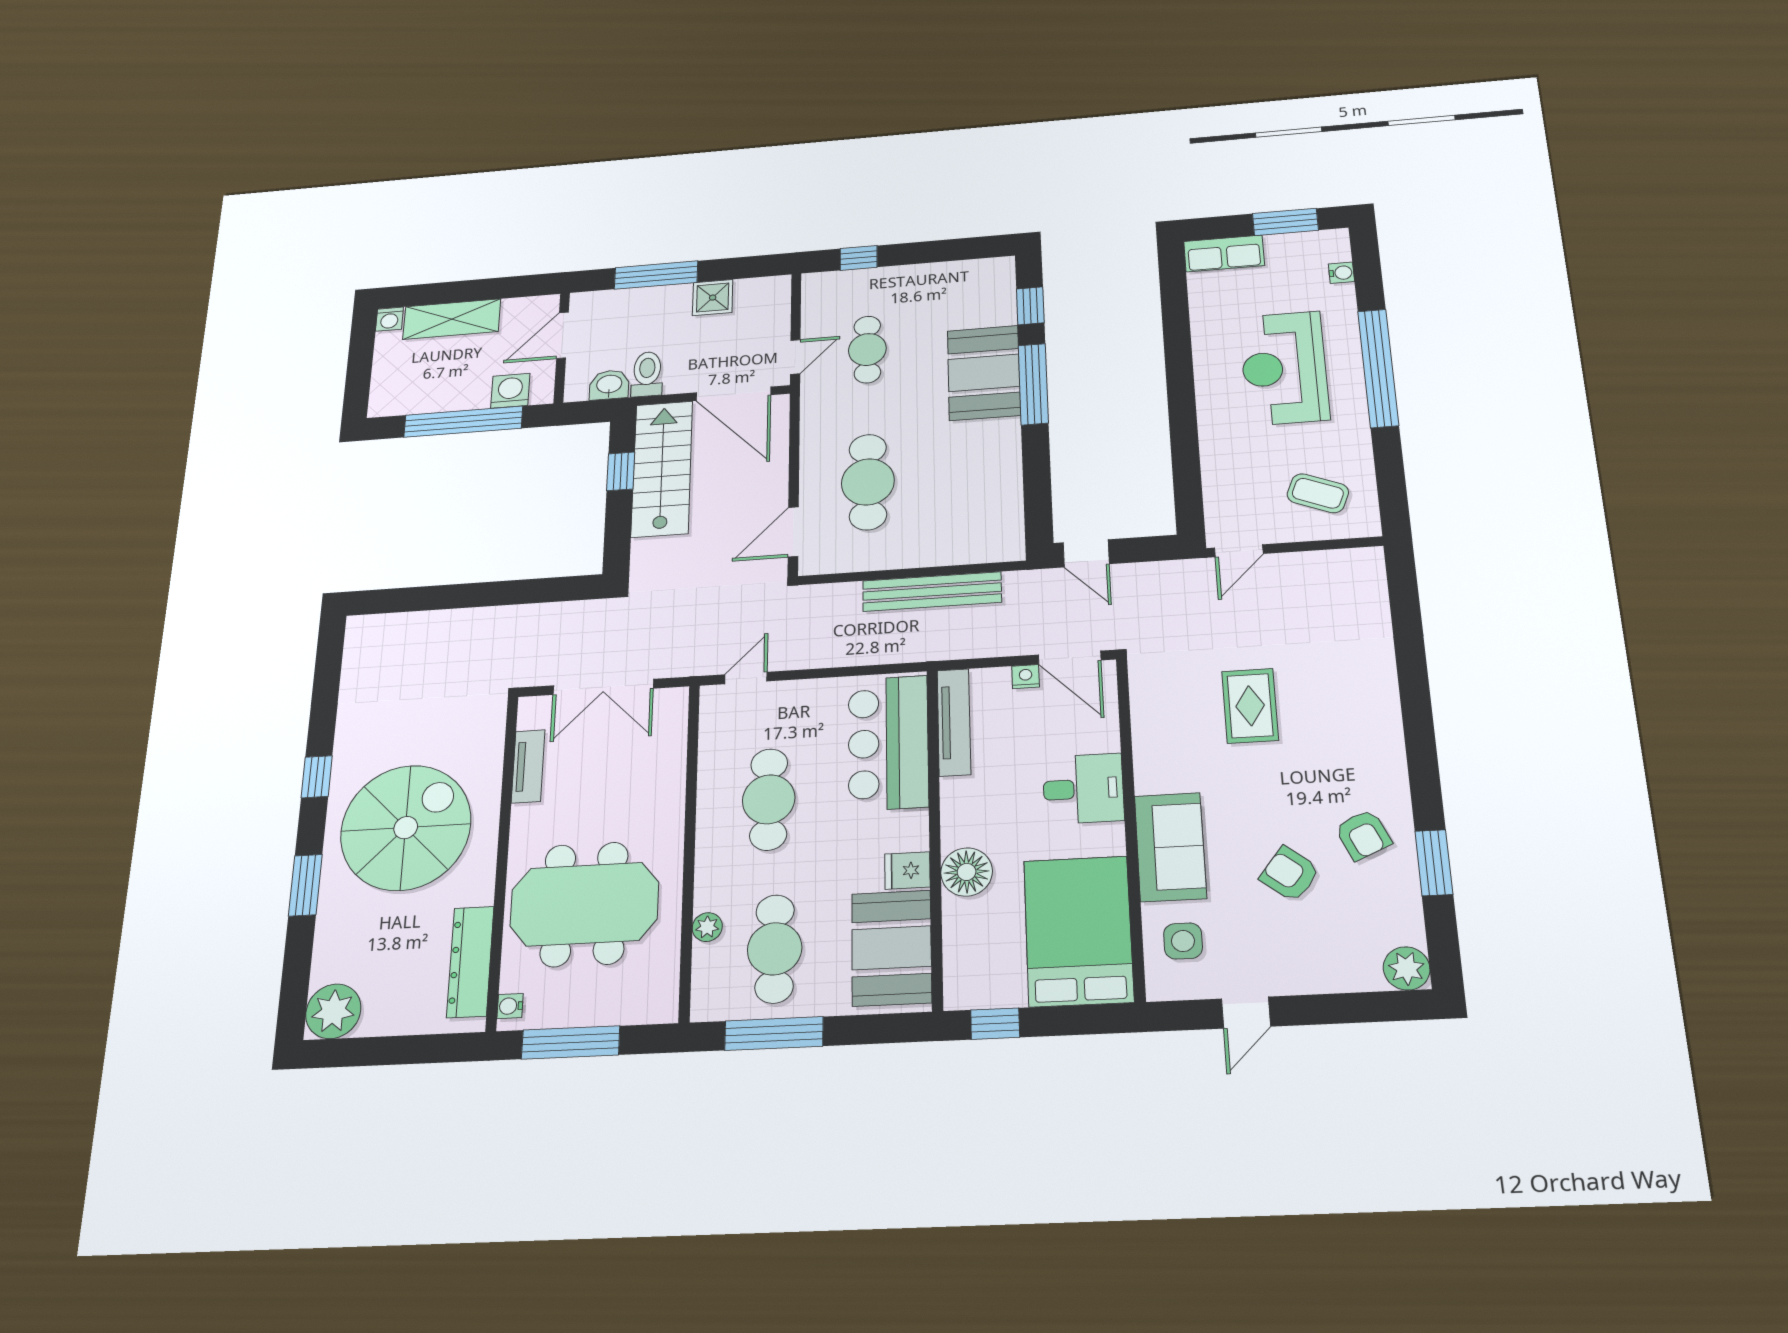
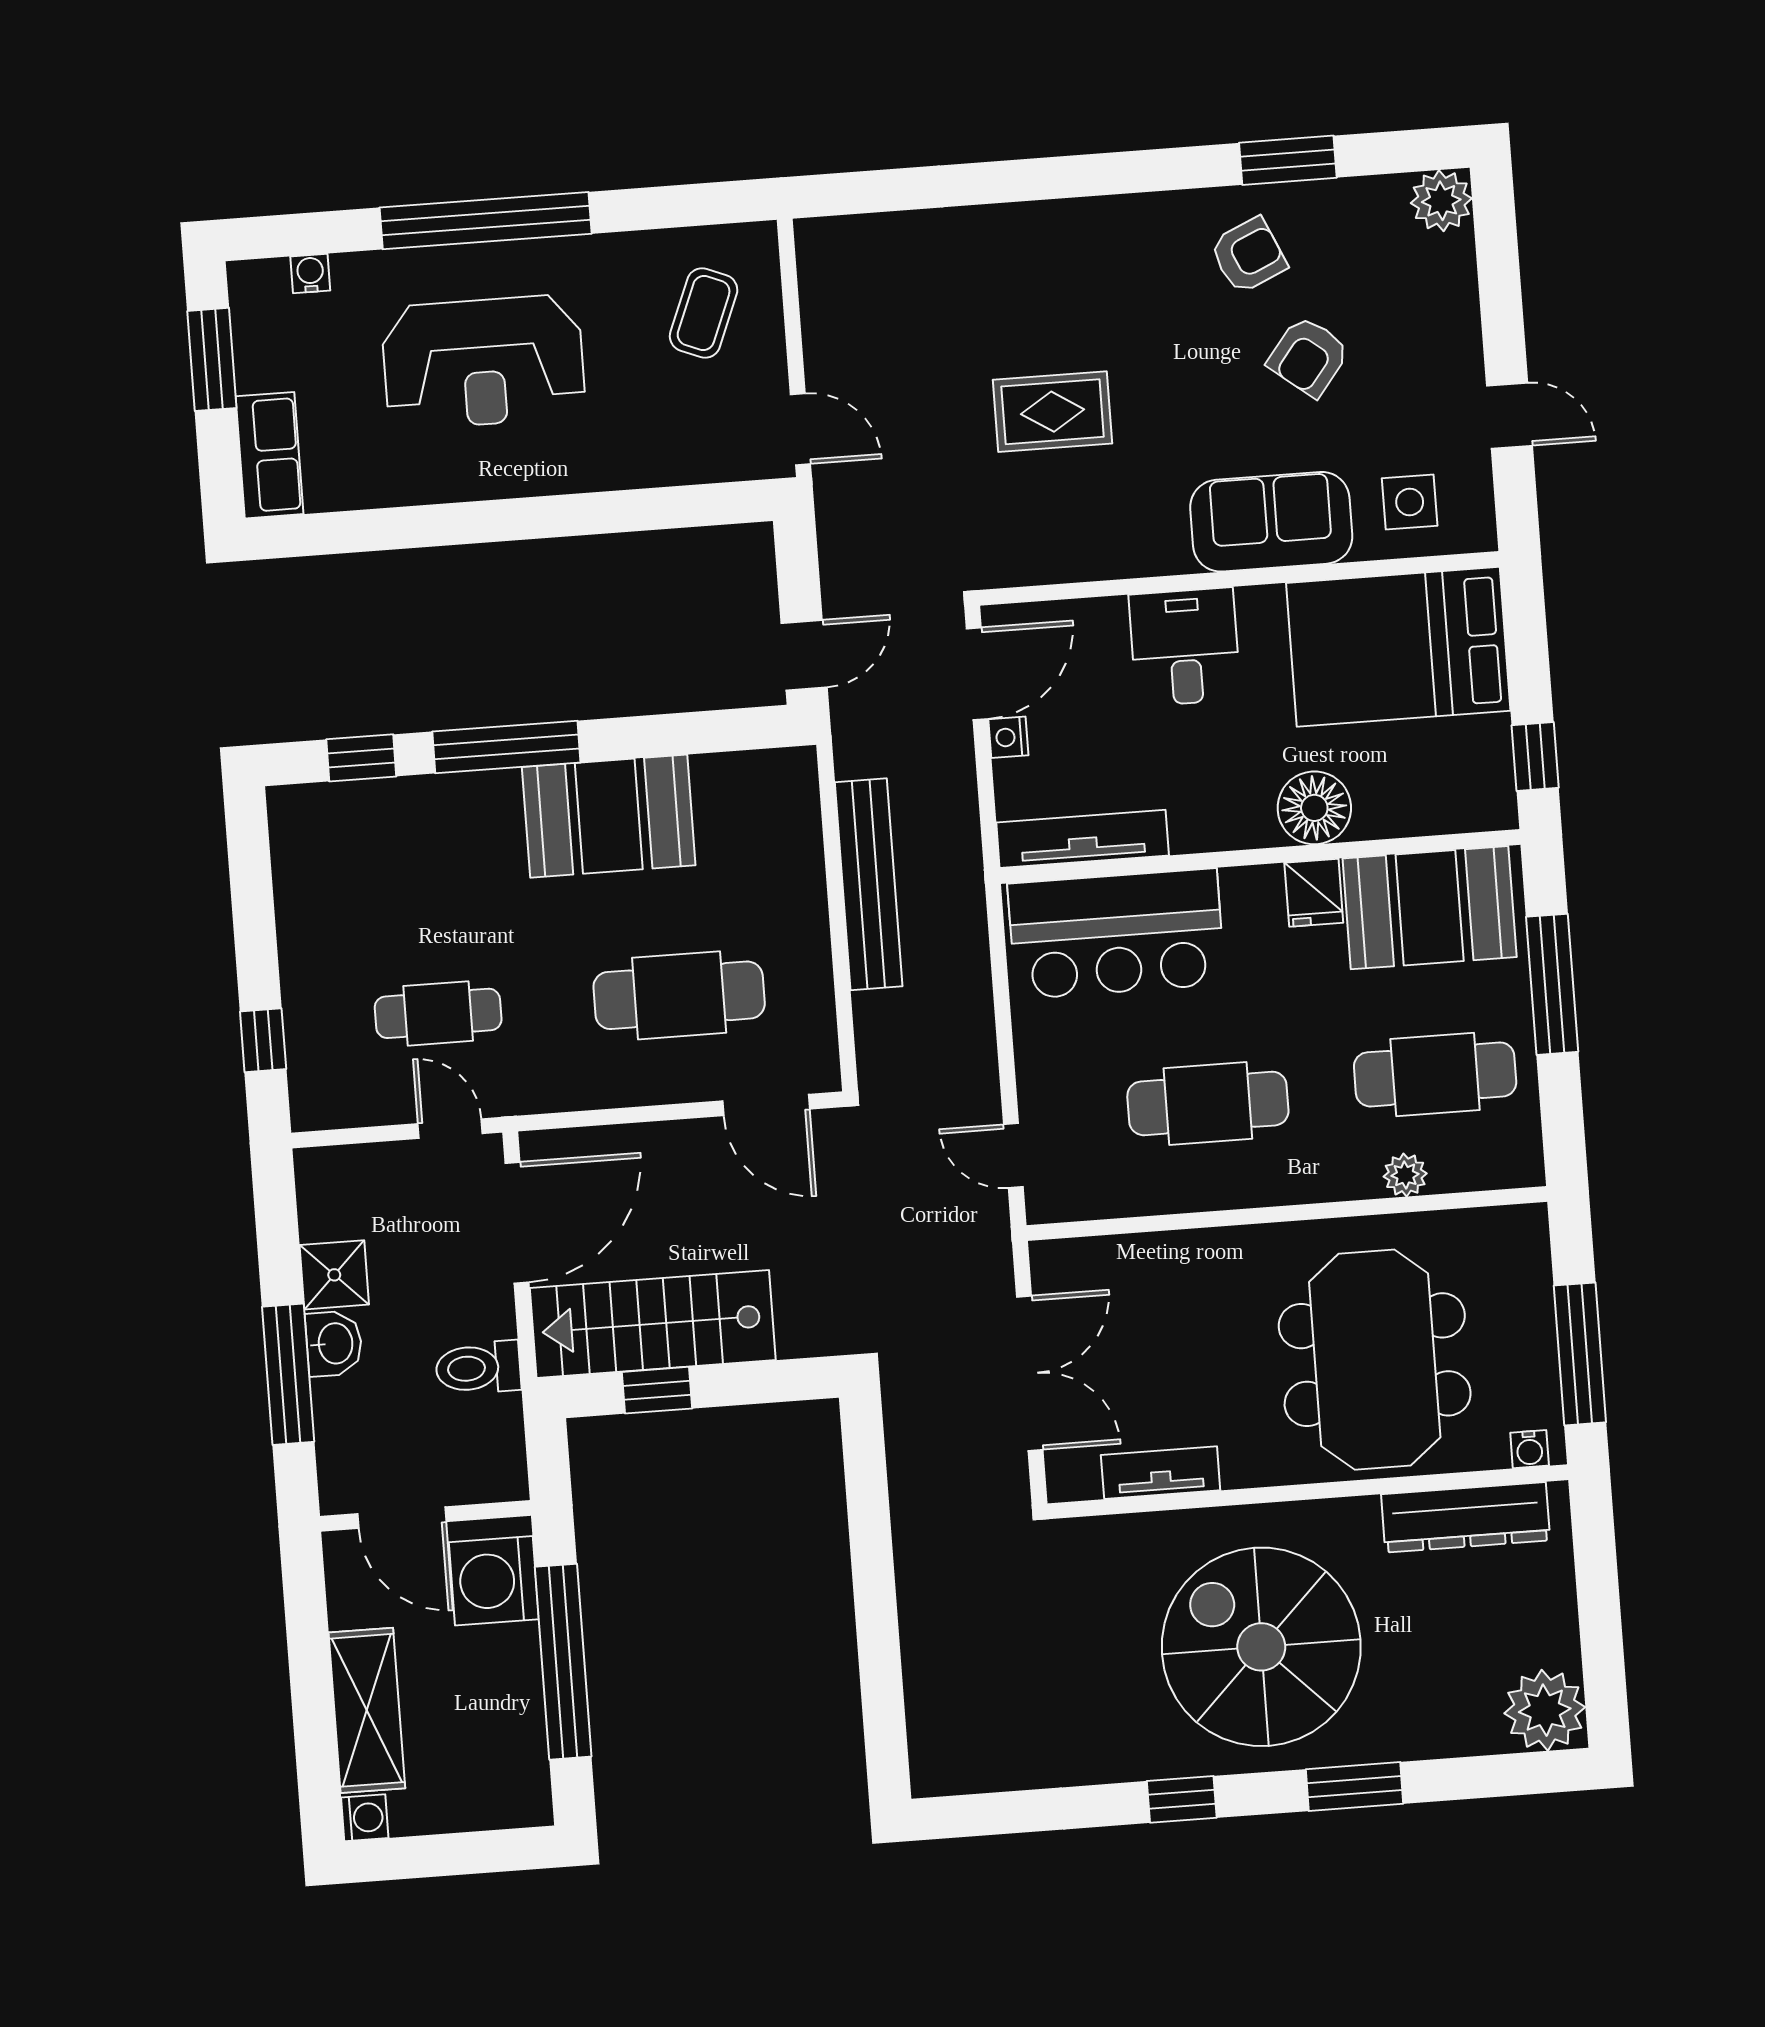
booth: (984, 373) -> (609, 816), moved
washbasin: (609, 385) -> (334, 1343), moved, turned 180
washing machine: (510, 391) -> (494, 1581), width x1.37, depth x1.37
window: (774, 1033) -> (1552, 984), moved

